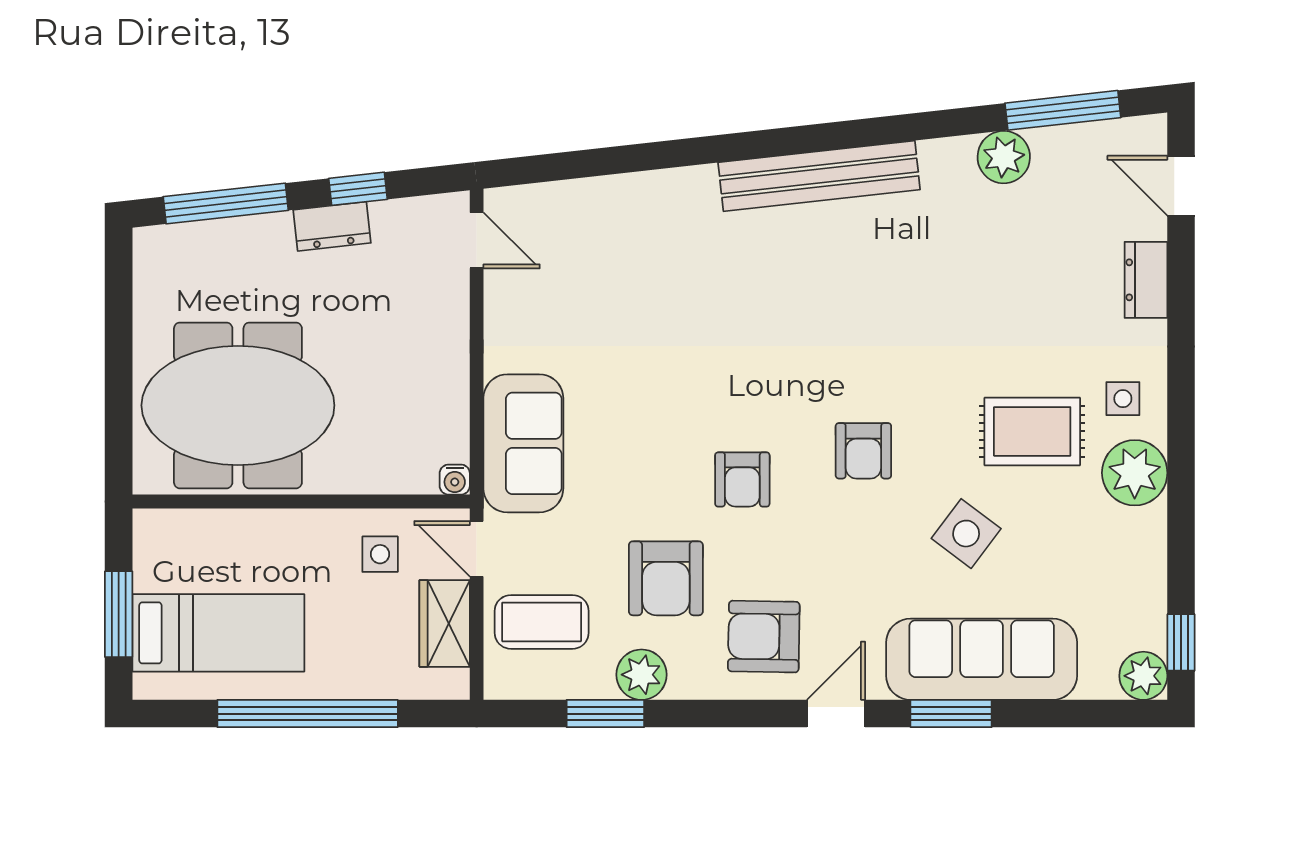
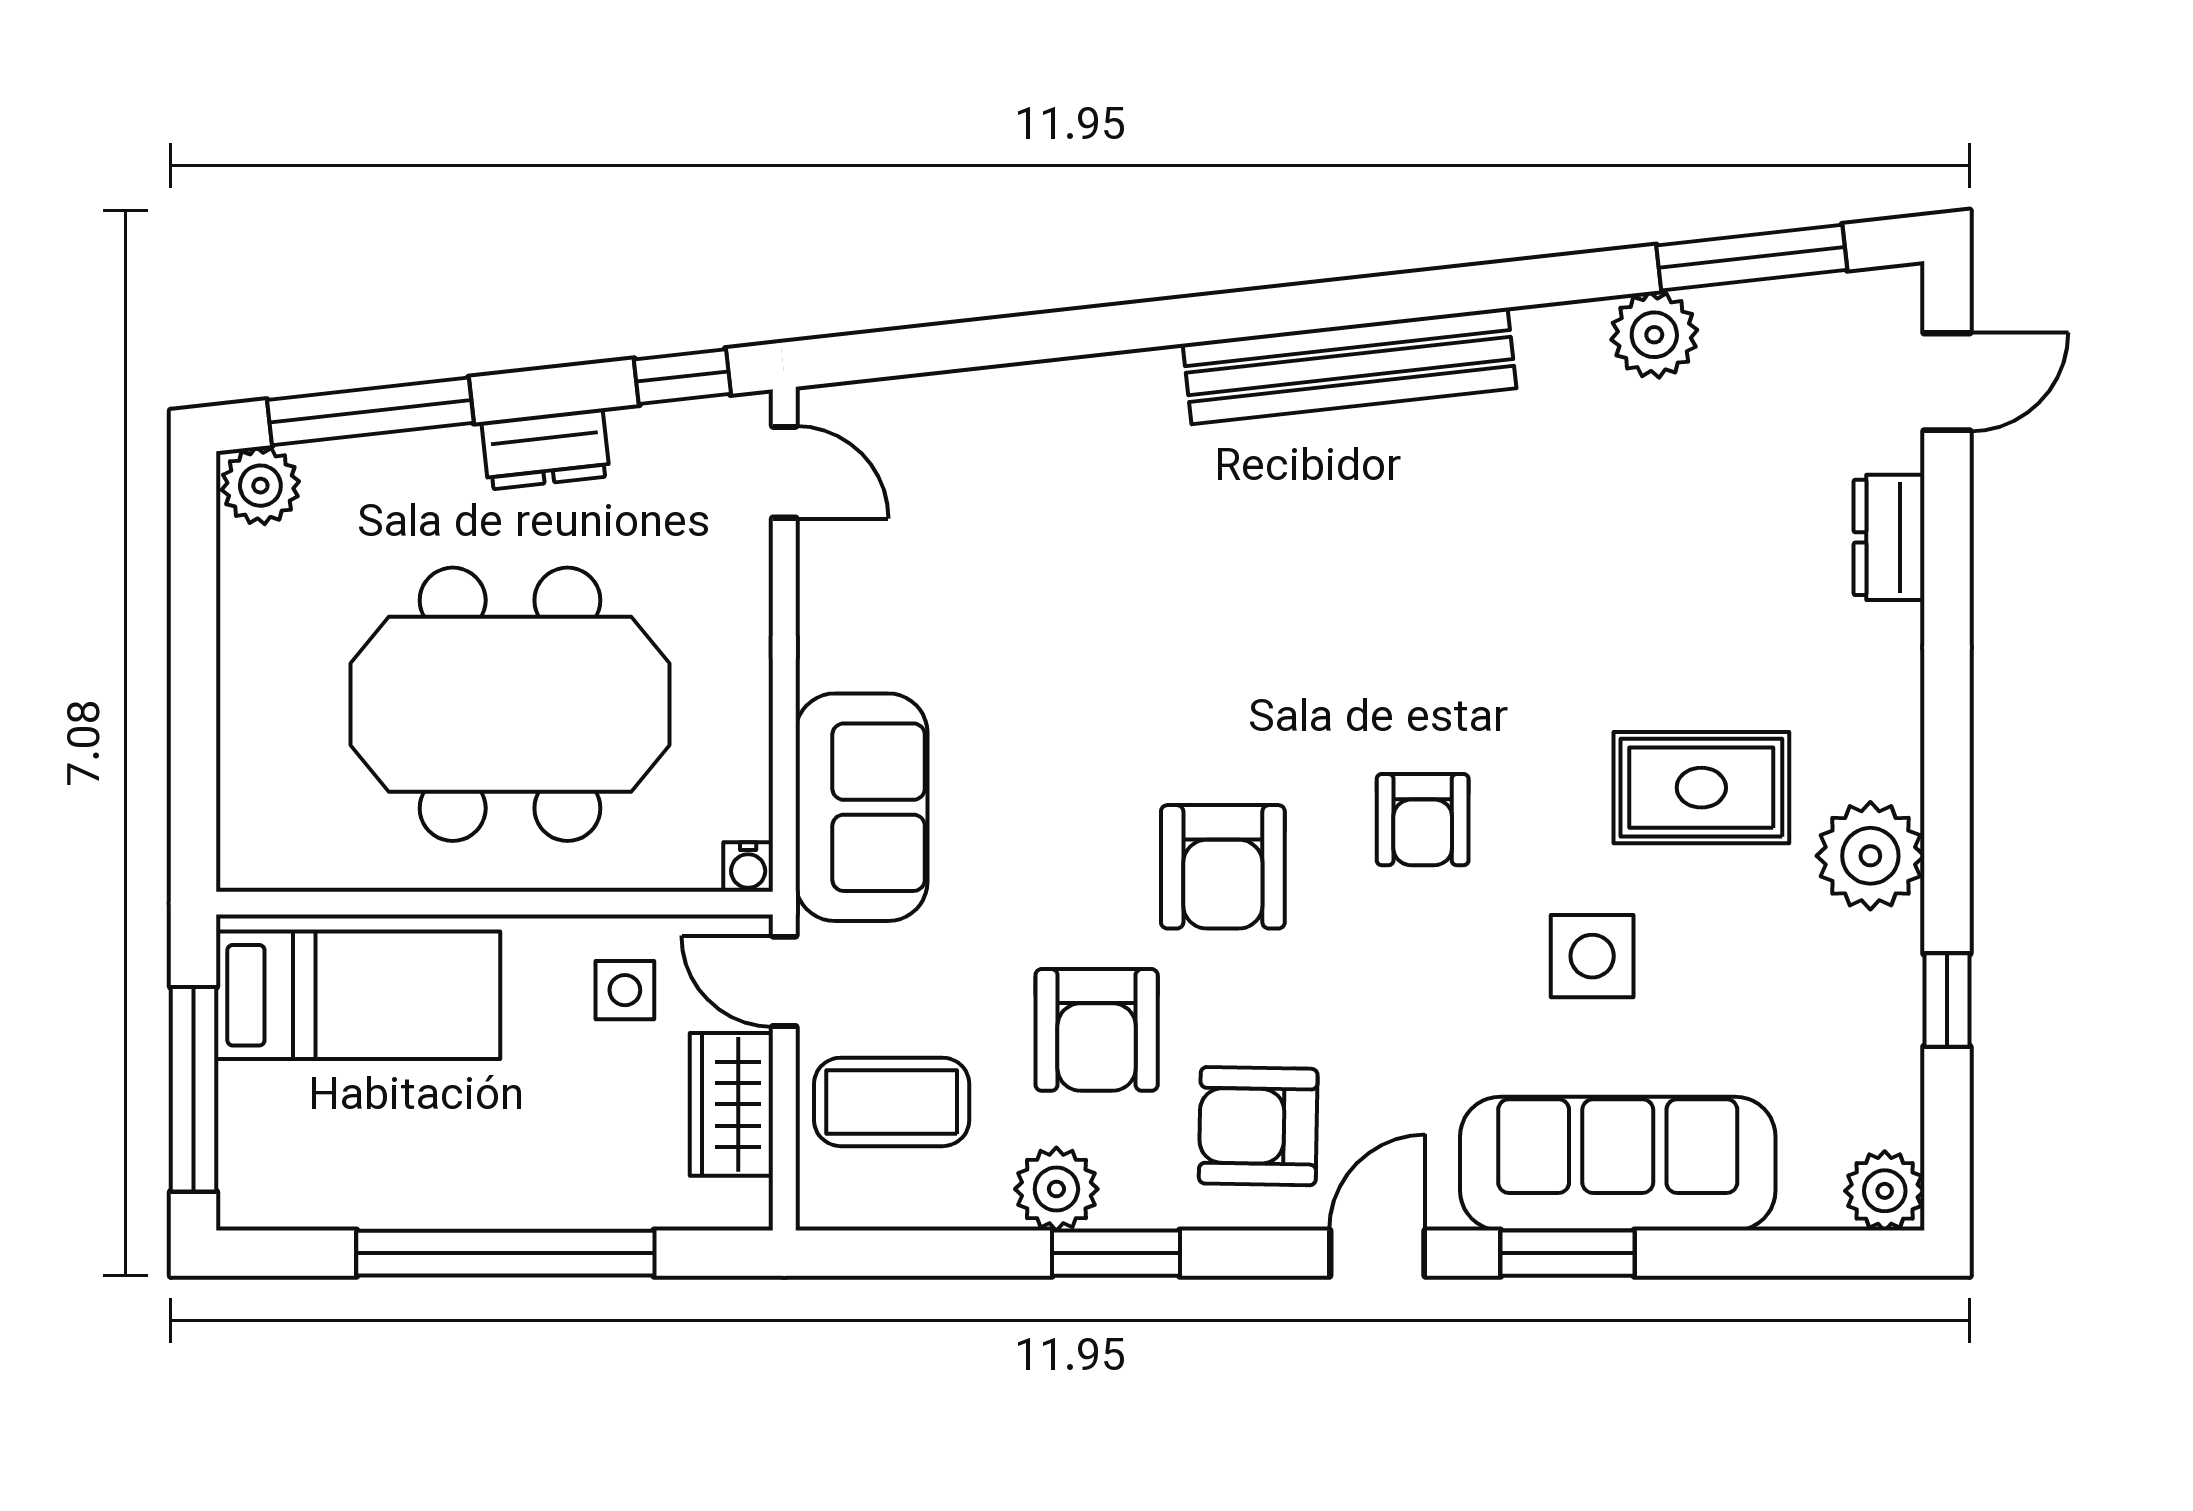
door: (1181, 186) -> (1947, 382), swing flipped
window: (358, 189) -> (682, 377), moved
plant: (159, 248) -> (260, 486), added
side table: (1123, 399) -> (1851, 733), removed
meeting table: (238, 405) -> (510, 704), moved
armchair: (742, 479) -> (1223, 867), width x1.38, depth x1.38
side table: (966, 534) -> (1592, 956), turned -37
window: (119, 614) -> (194, 1089), width x1.44
bed: (218, 633) -> (358, 995), moved
window: (1181, 642) -> (1947, 1000), moved
window: (605, 714) -> (1116, 1253), moved

